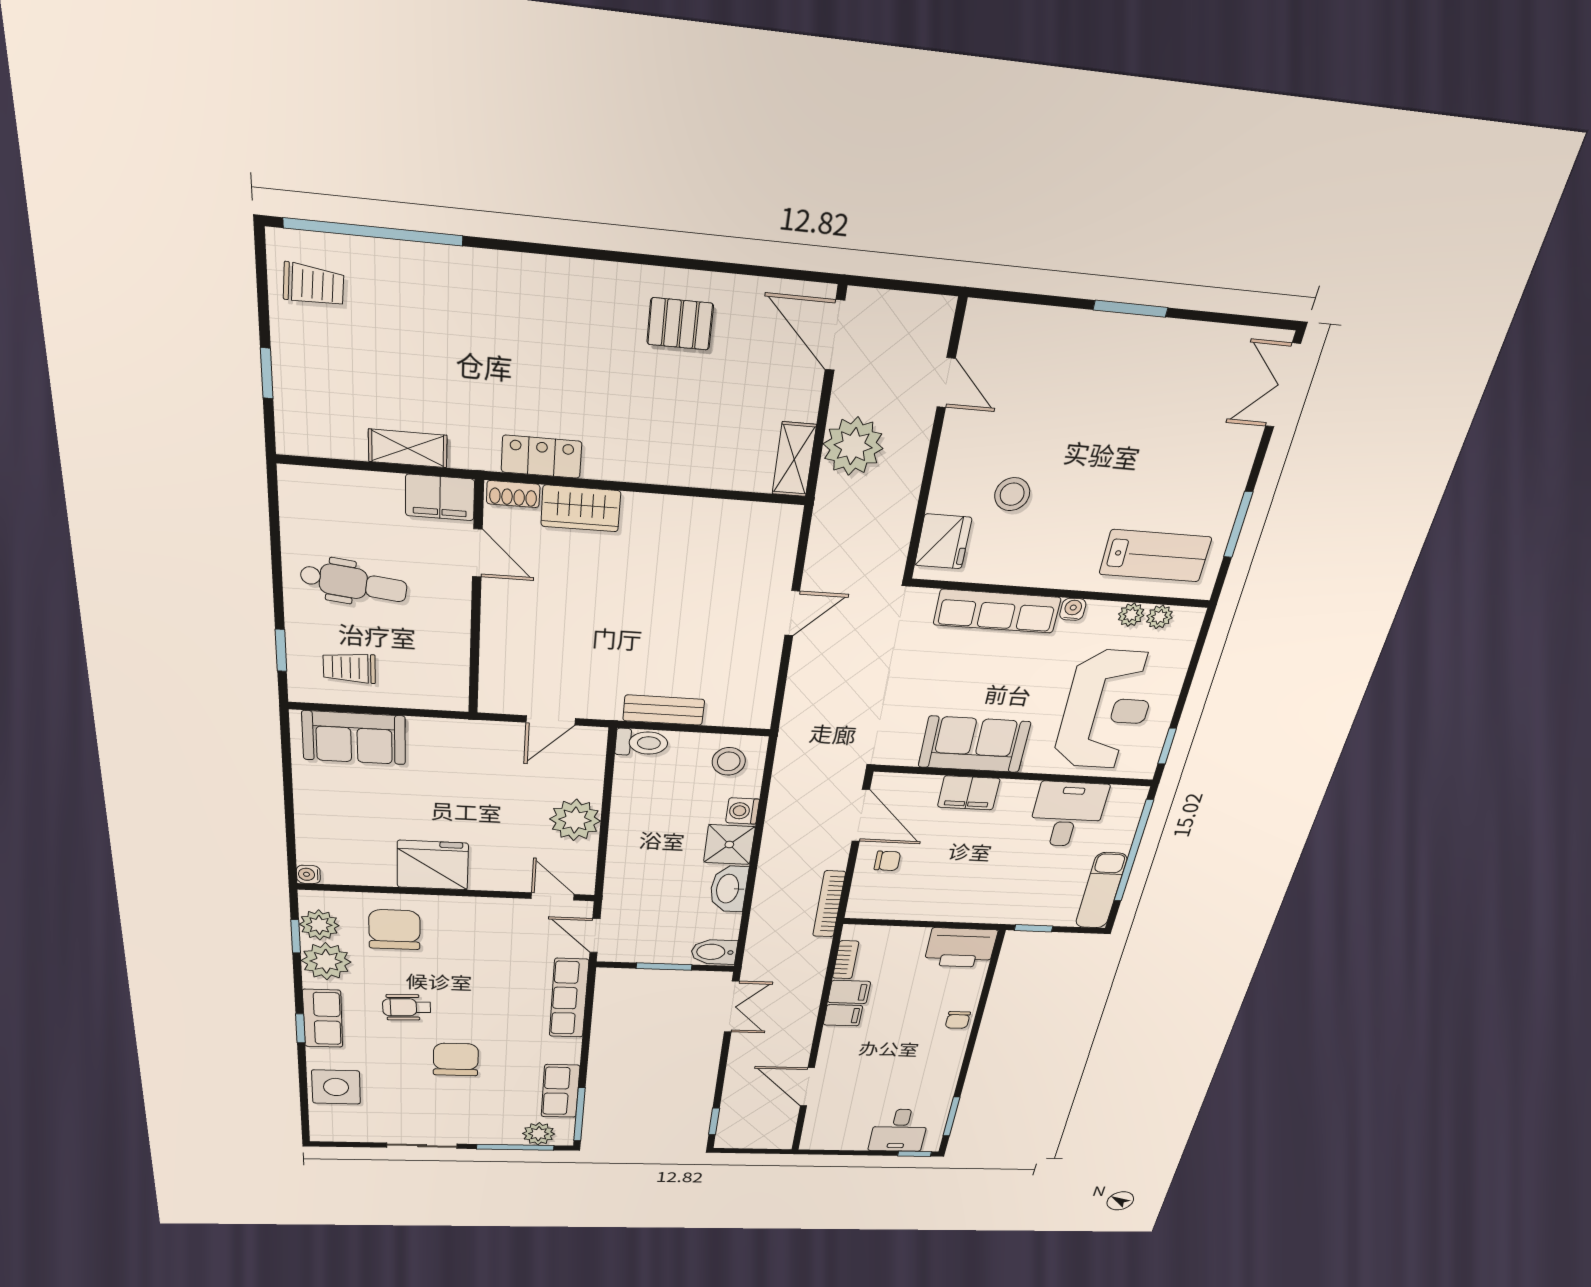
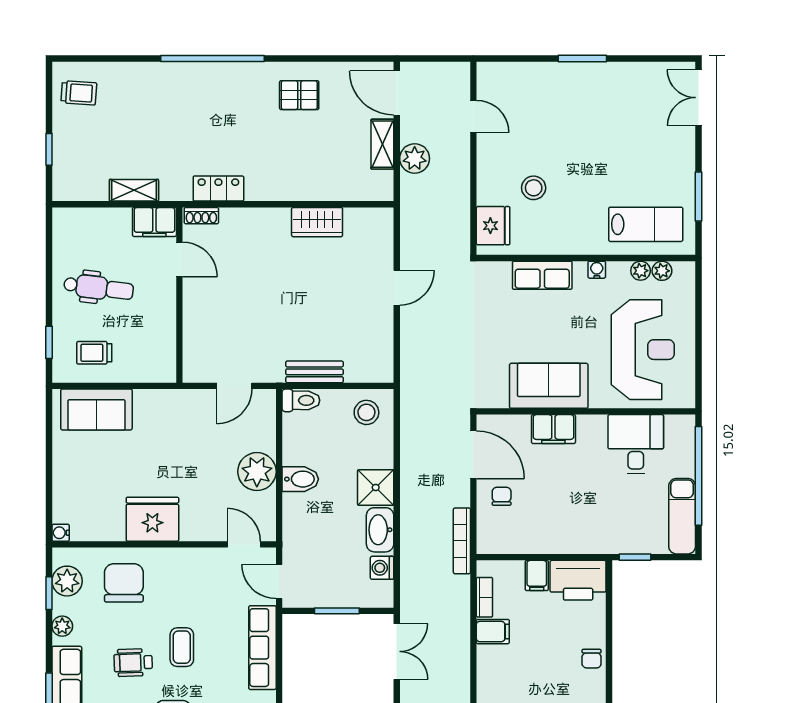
window: (374, 232) -> (212, 59), moved
plant: (853, 446) -> (415, 158), width x0.73, depth x0.73
shelving: (794, 459) -> (382, 144), moved
wardrobe: (581, 509) -> (317, 222), moved
row of seats: (997, 611) -> (542, 275), width x0.68
window: (1167, 746) -> (698, 378), removed
washing machine: (743, 811) -> (382, 568), moved
chair: (887, 861) -> (502, 496), turned -90
bidet: (714, 952) -> (300, 479), moved, turned 180
plant: (326, 961) -> (62, 626), width x0.53, depth x0.53
coffee table: (468, 995) -> (182, 647), added
filing cabinet: (843, 1015) -> (537, 575), moved, turned 90

